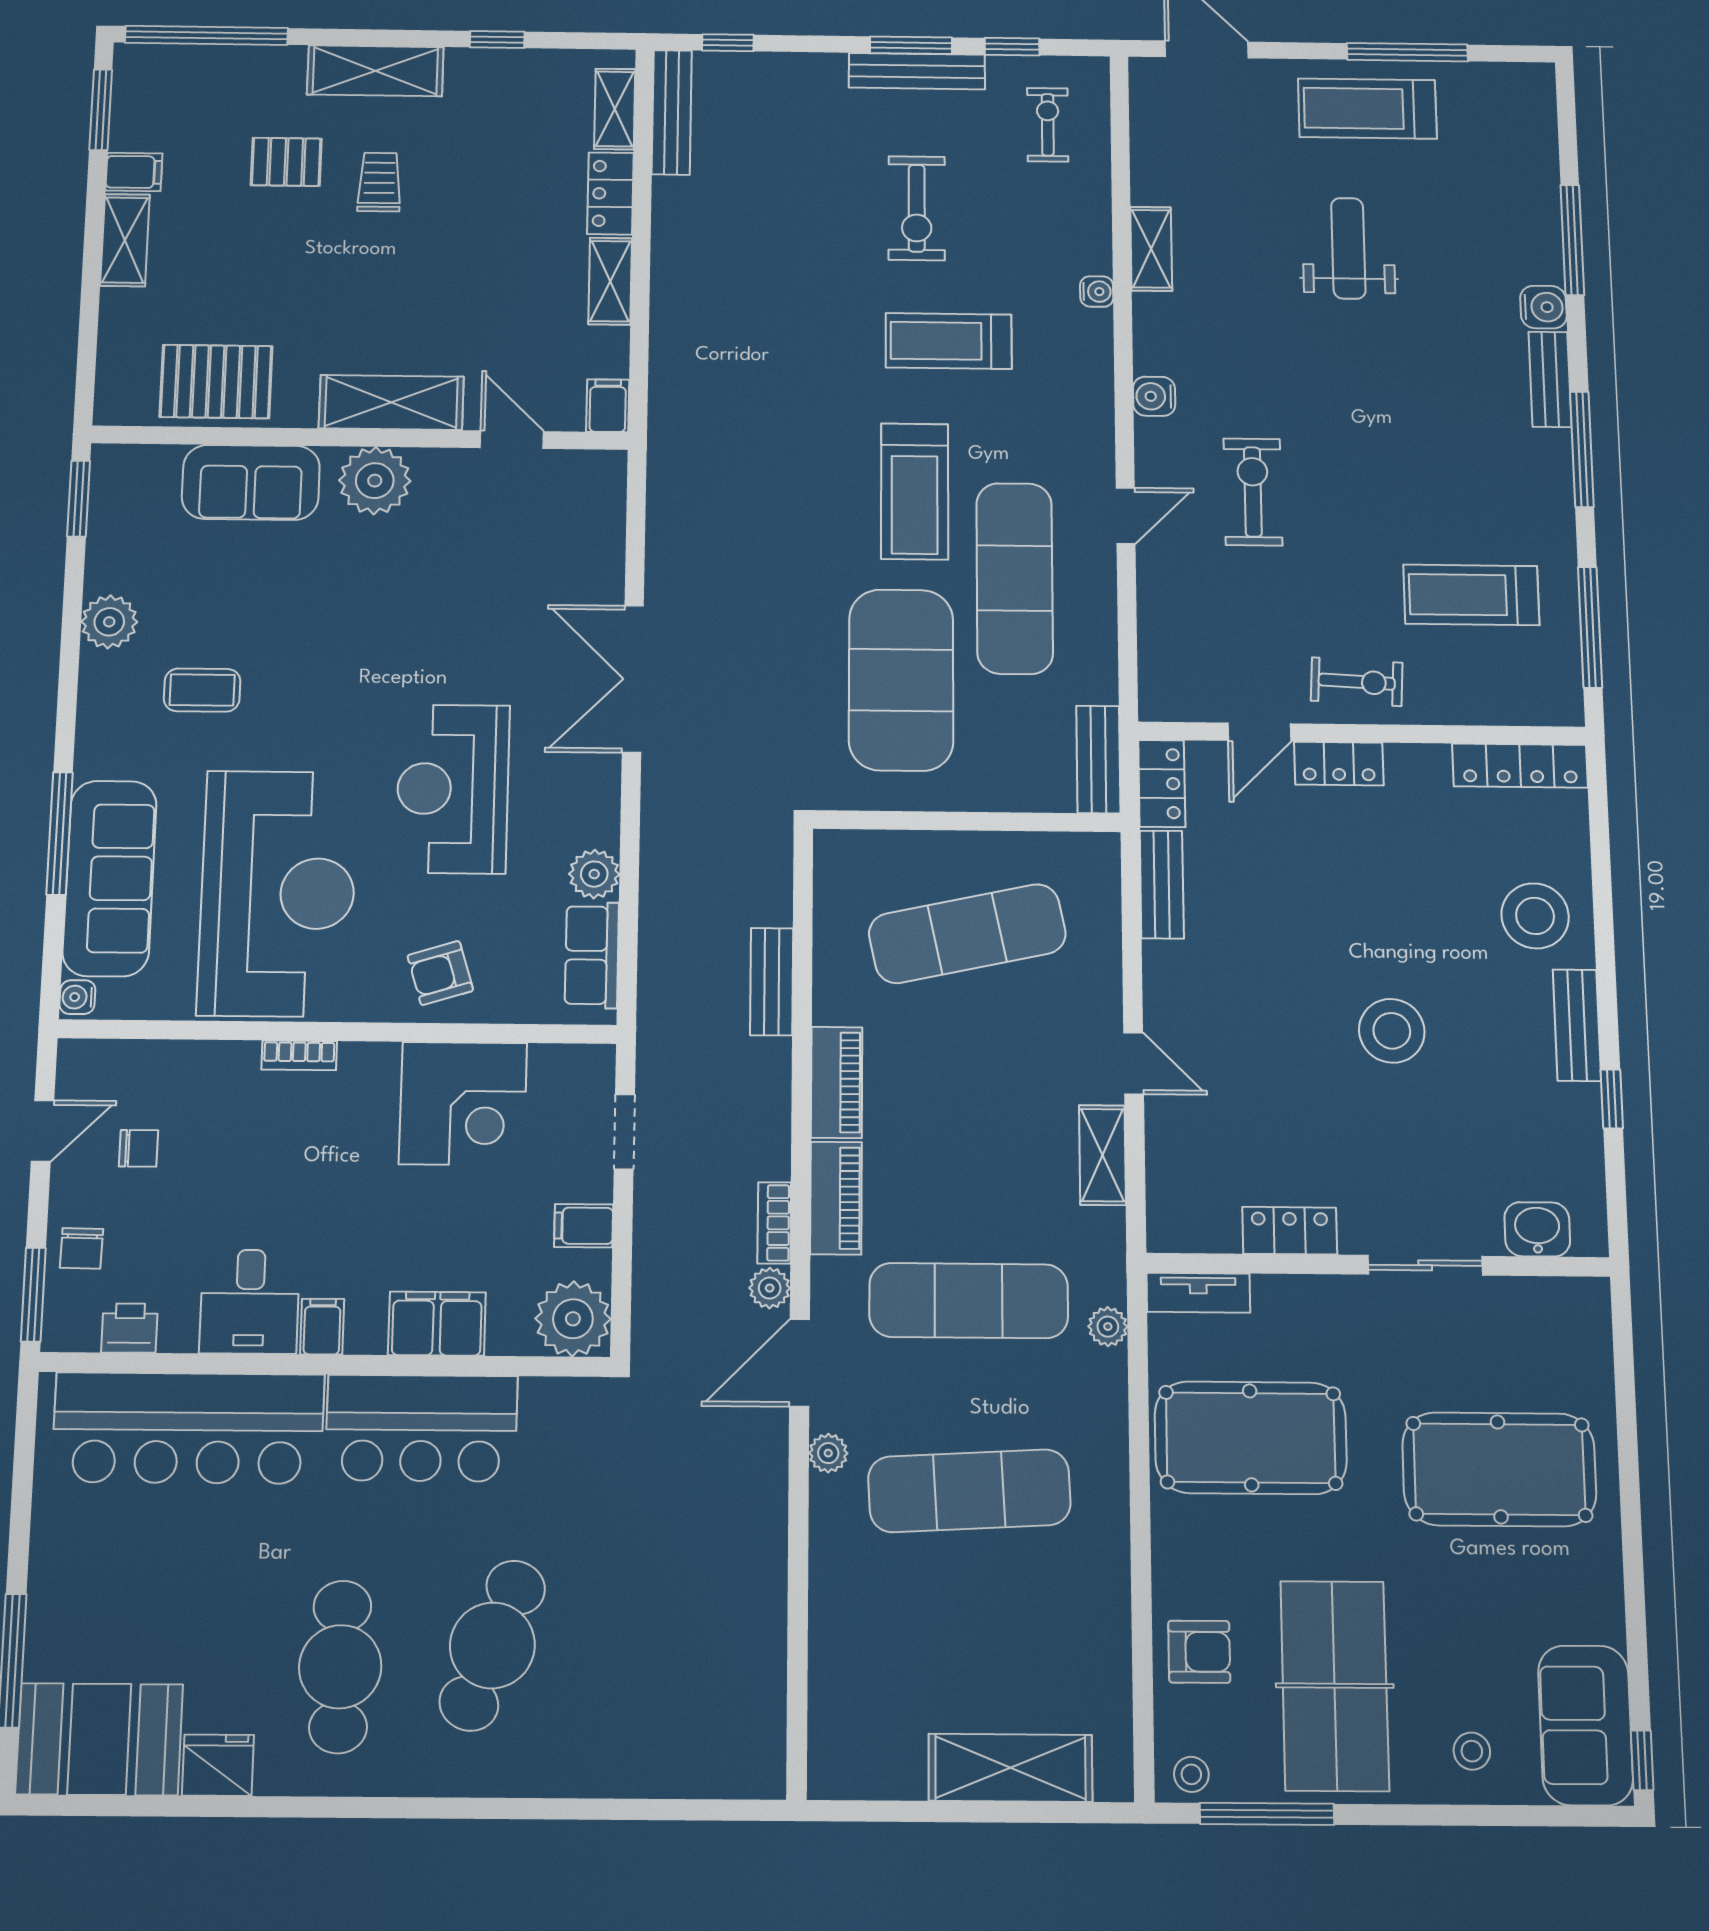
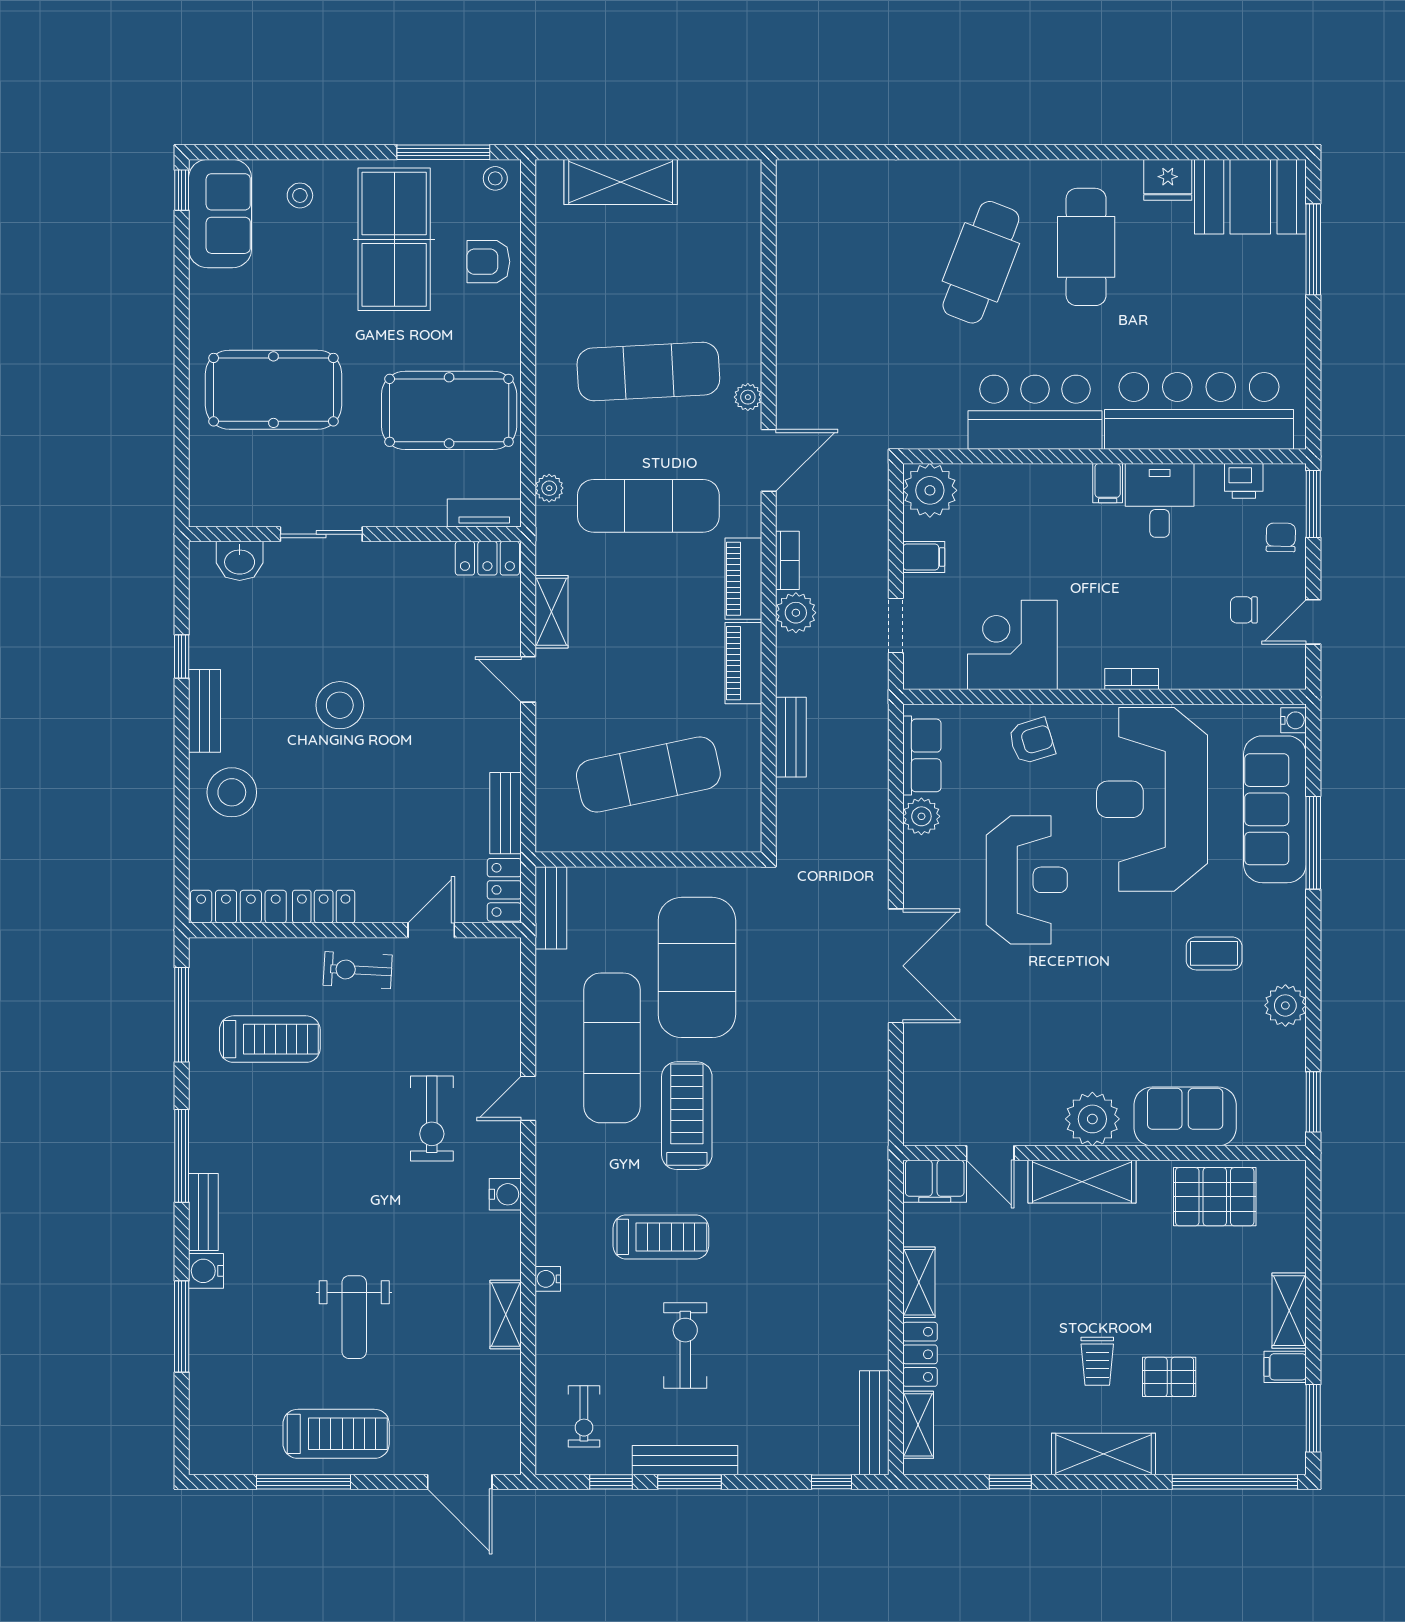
filing cabinet: (608, 406) -> (935, 1181), width x2.00
locker: (1339, 764) -> (324, 907), moved
locker: (1290, 1231) -> (487, 558), moved
plant: (770, 1288) -> (796, 613), moved, width x1.38, depth x1.38
filing cabinet: (437, 1324) -> (1026, 486), removed

